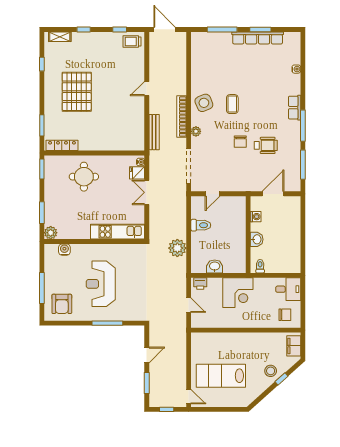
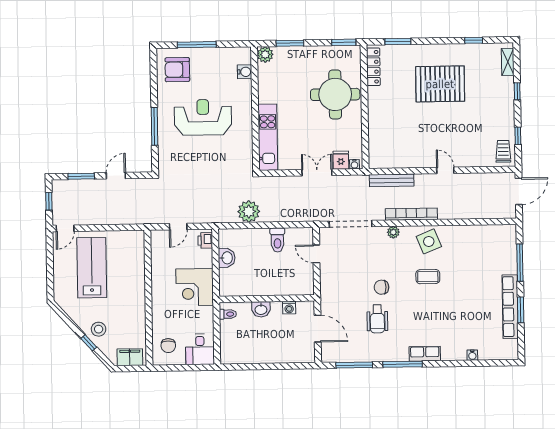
round table: (84, 177) -> (335, 94), width x1.36, depth x1.36
door: (147, 355) -> (116, 176), swing flipped

